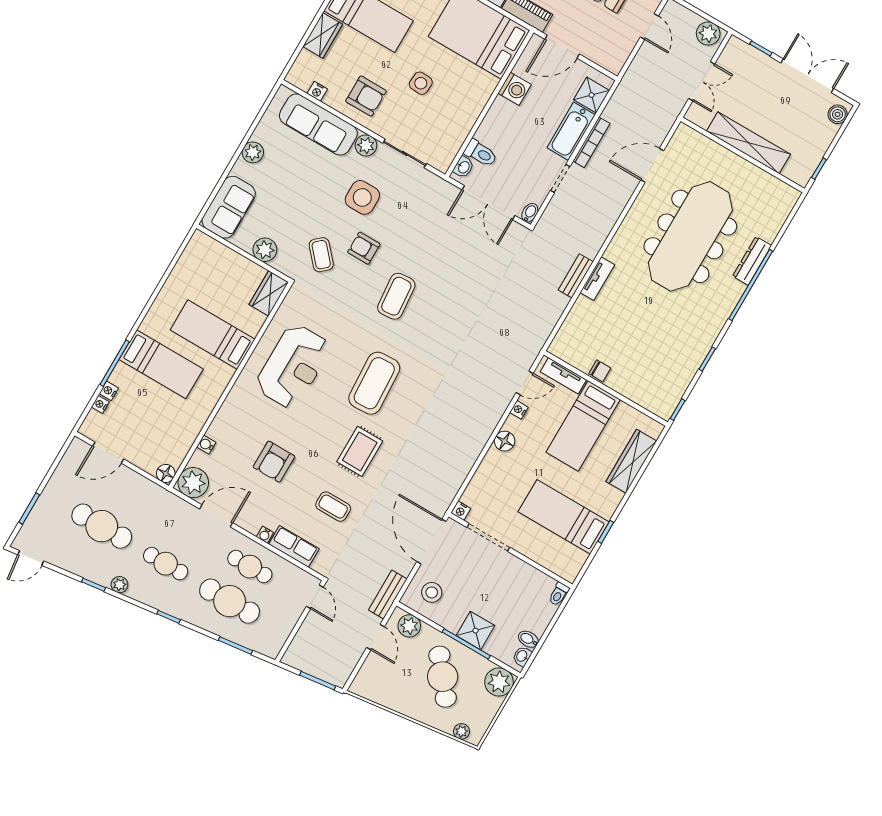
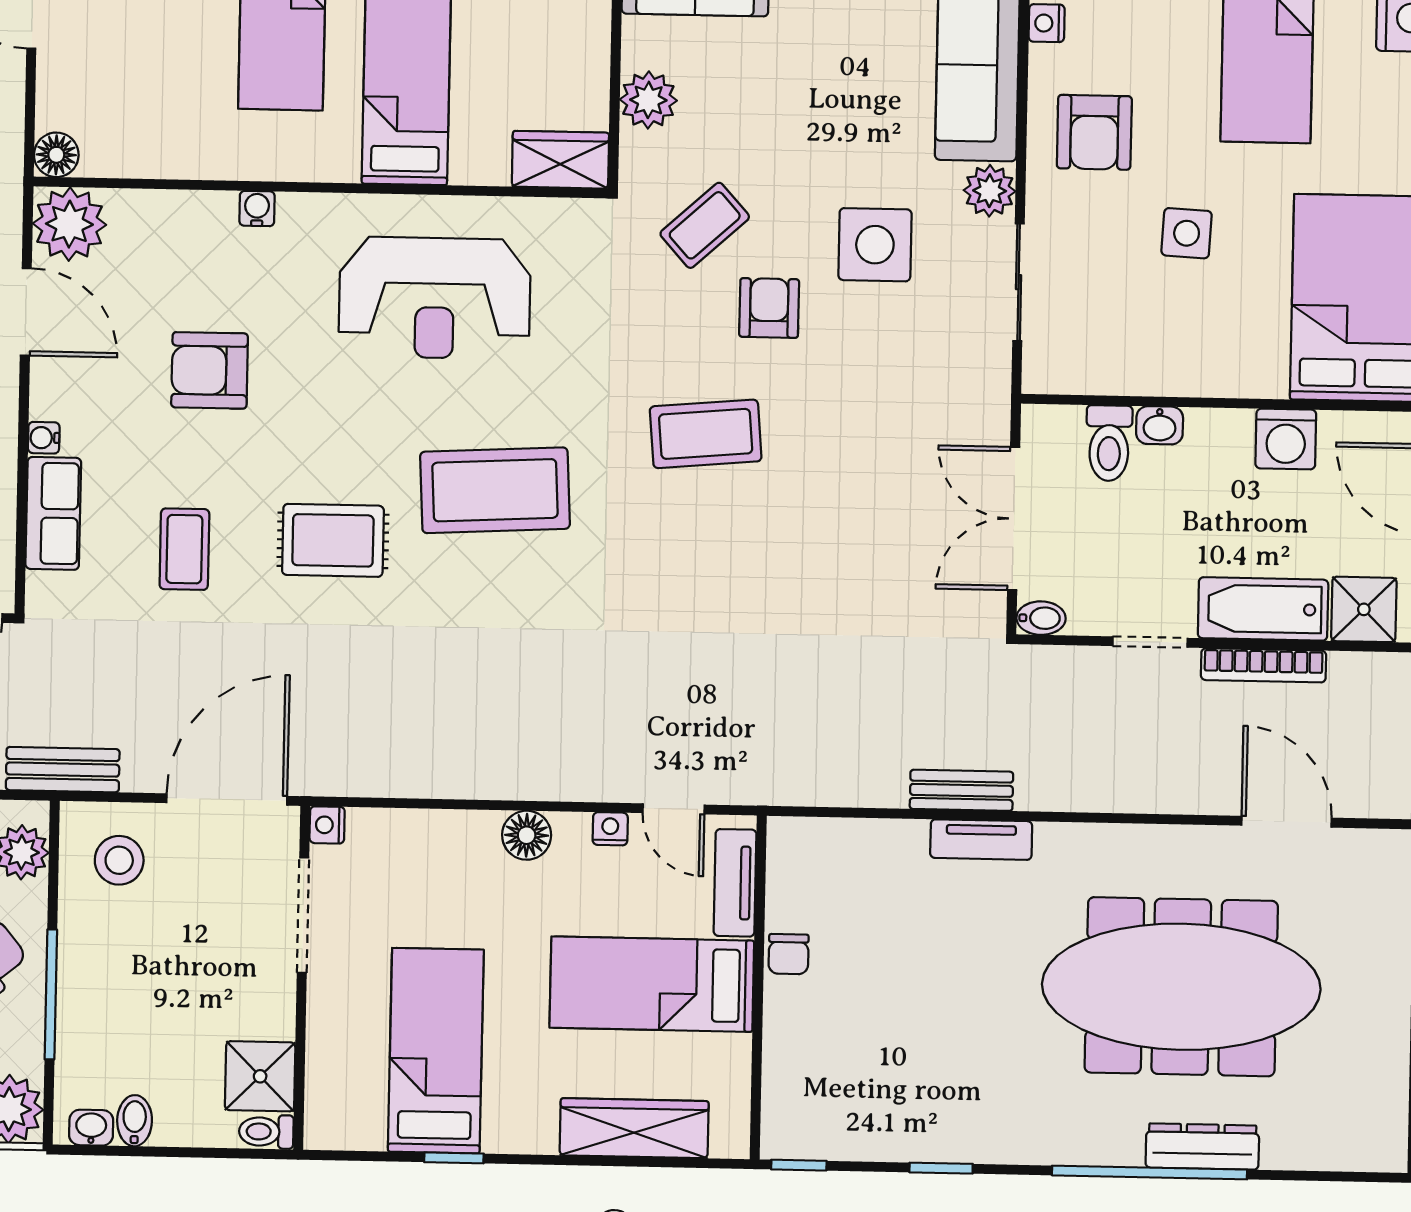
washbasin: (463, 167) -> (1160, 425), moved
water cooler: (206, 445) -> (257, 209), moved
shower: (476, 631) -> (260, 1076), moved

